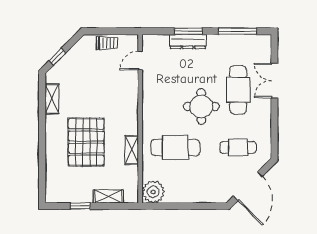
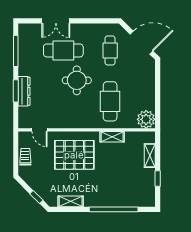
pallet: (86, 142) -> (74, 155), moved
window: (42, 152) -> (114, 209), added

